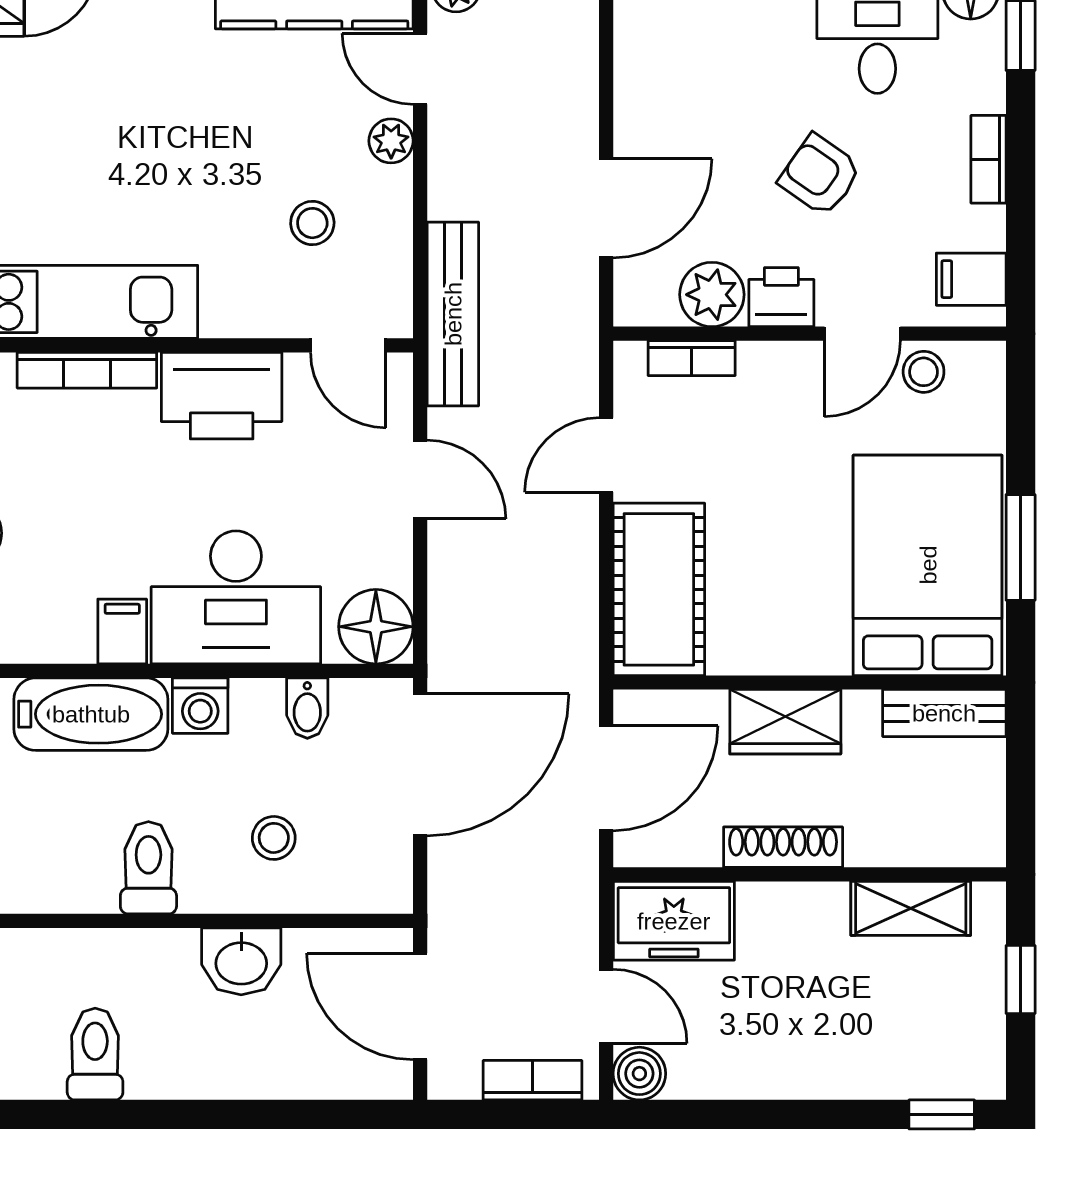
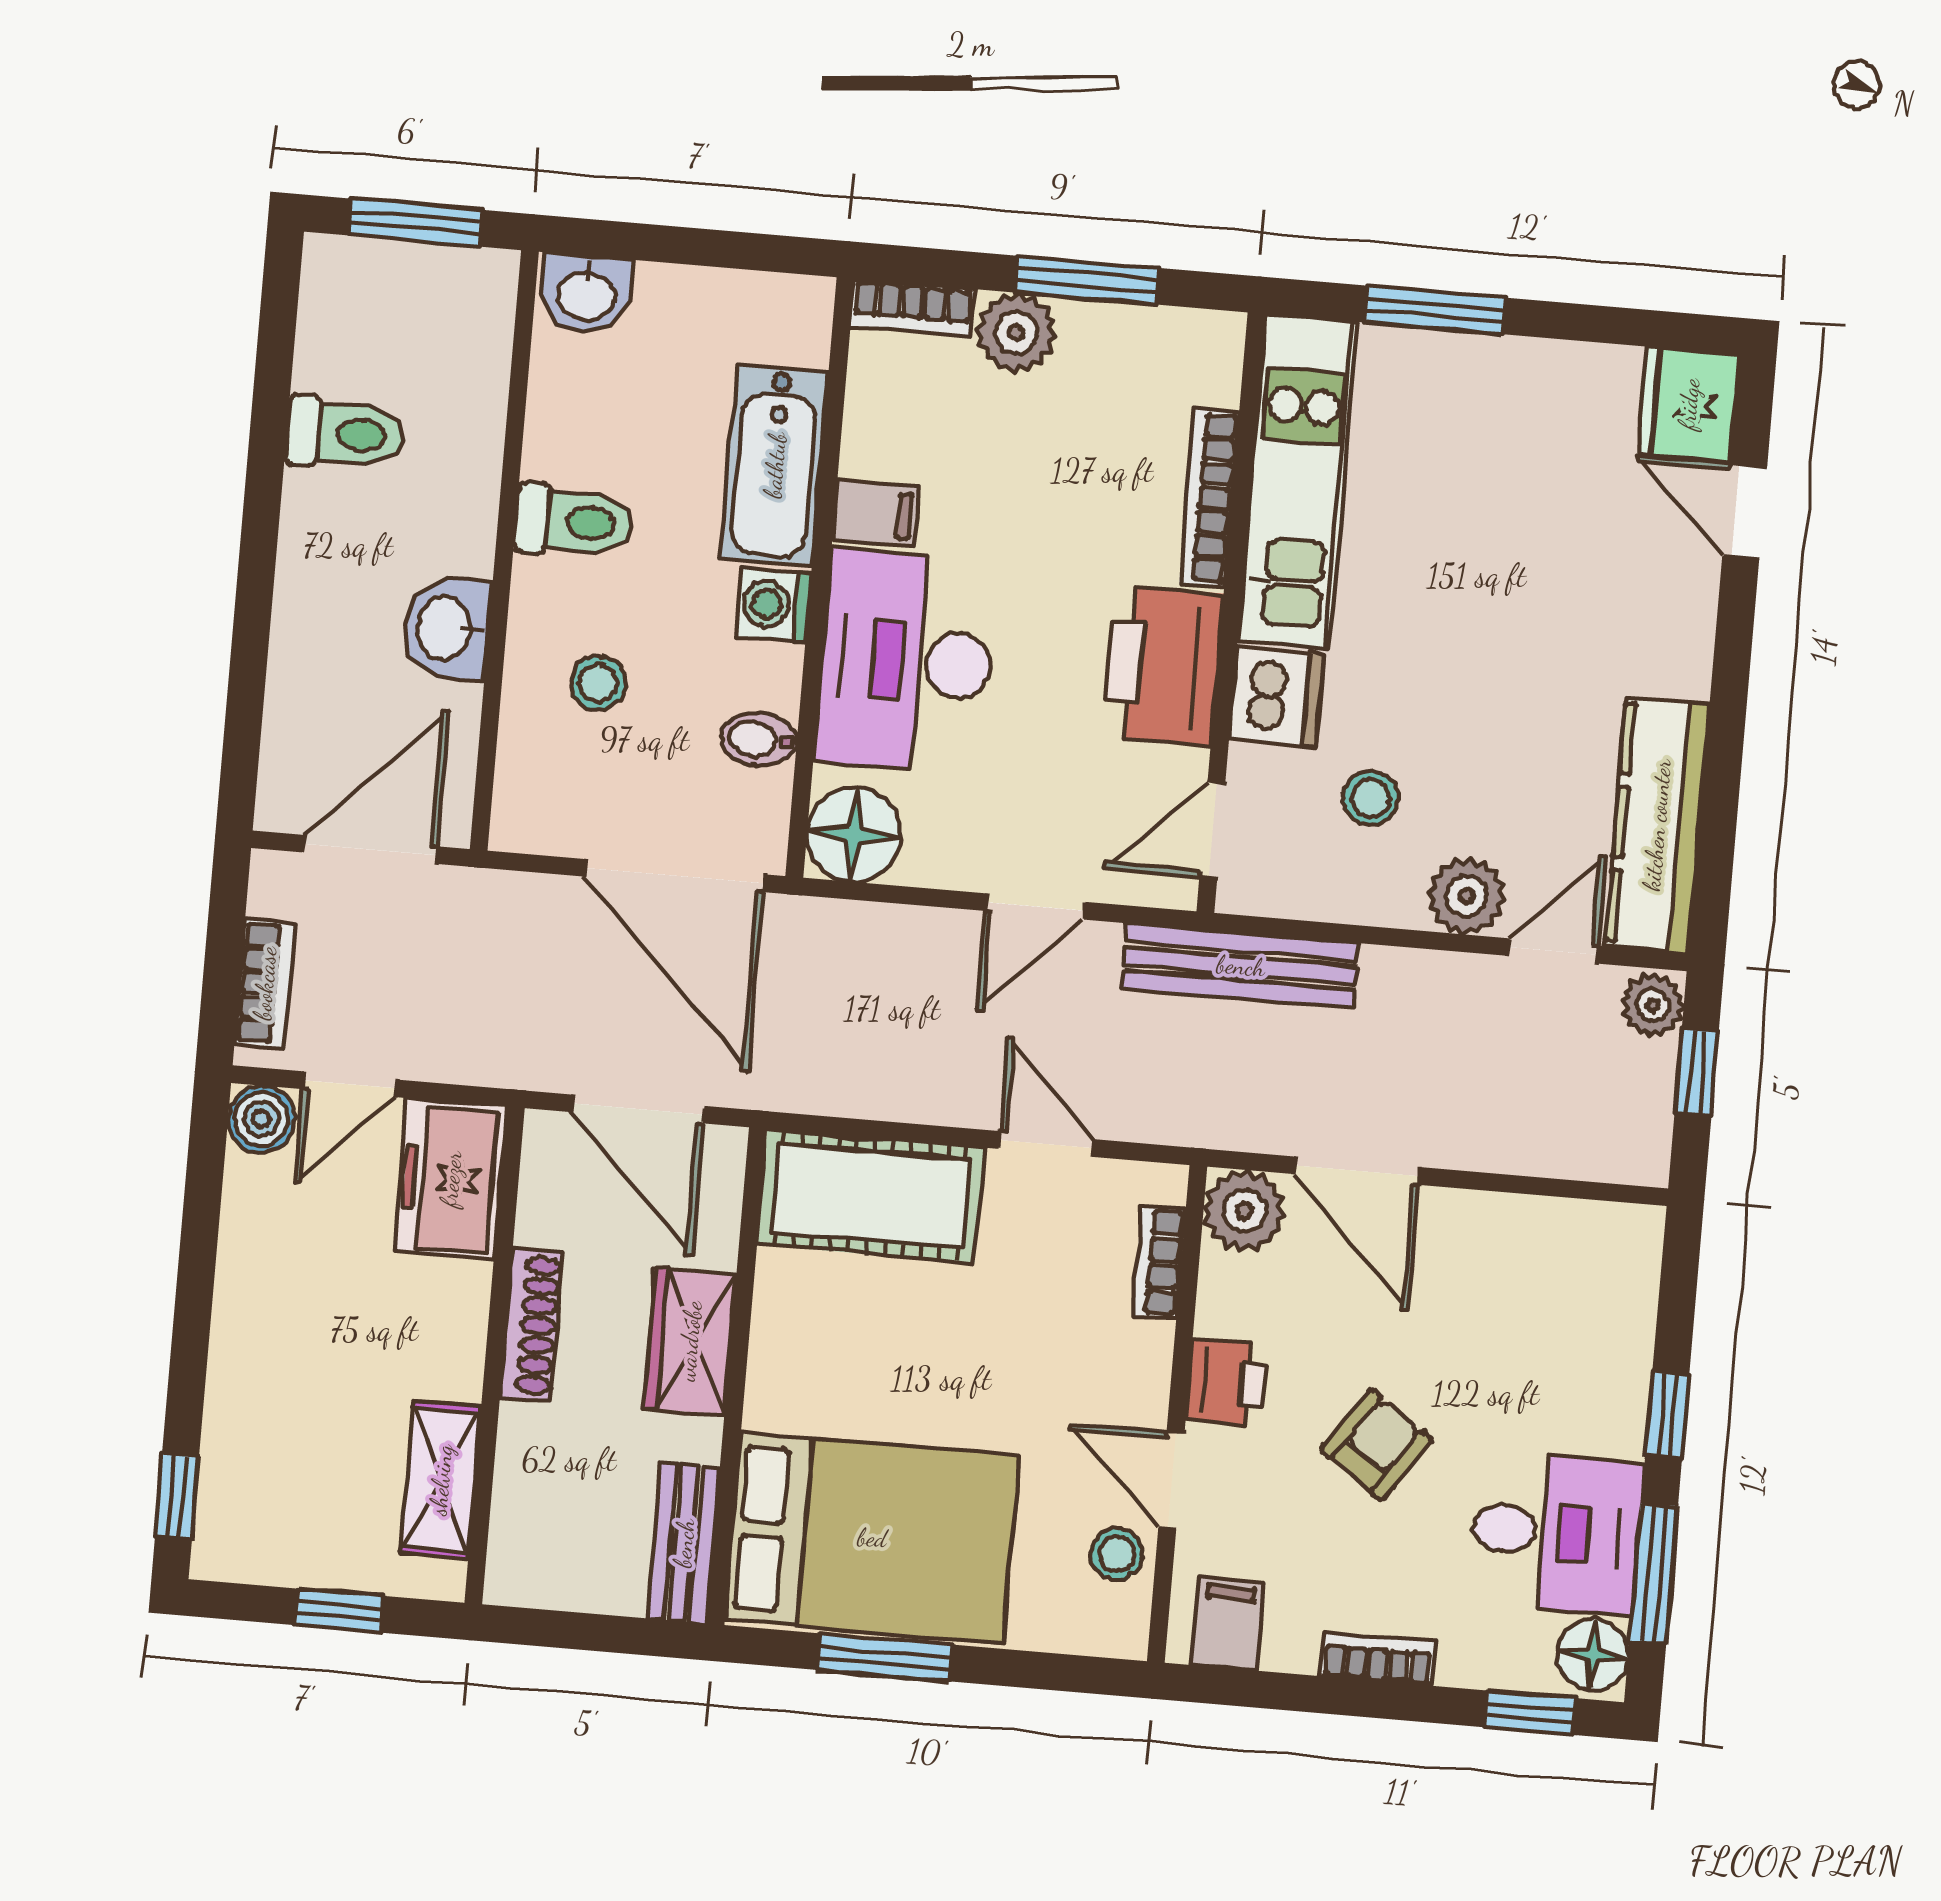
plant: (391, 141) -> (1467, 896), width x1.38, depth x1.38
plant: (712, 295) -> (1244, 1211), moved
dishwasher: (239, 304) -> (1276, 697), added

